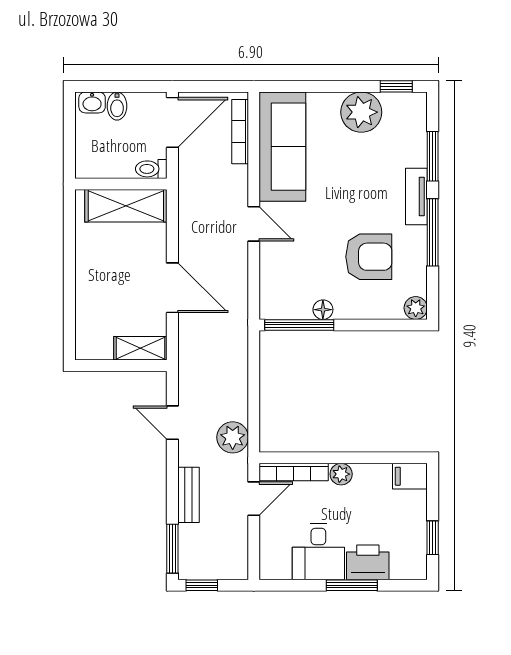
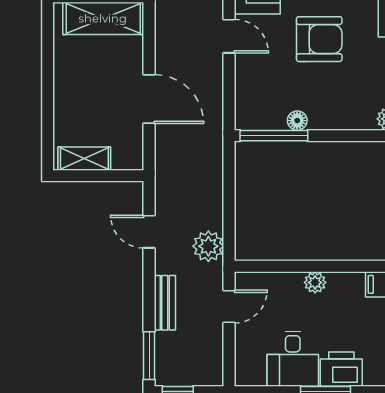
armchair: (369, 257) -> (319, 39), moved
shelving: (140, 348) -> (84, 159), moved
bookcase: (294, 472) -> (268, 280), removed

